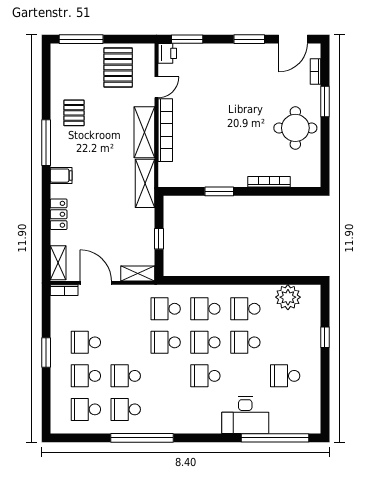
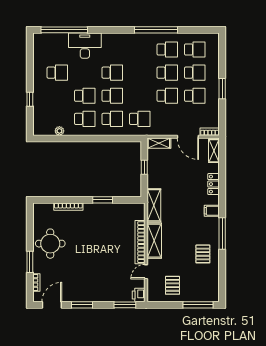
pallet: (118, 68) -> (173, 285), width x0.67, depth x0.71
plant: (288, 297) -> (59, 131), width x0.53, depth x0.53
school desk: (166, 342) -> (167, 96), moved

